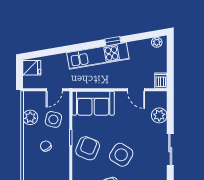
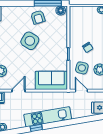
door: (54, 90) -> (81, 91), hinge flipped
door: (136, 90) -> (18, 91), hinge flipped
armchair: (88, 148) -> (56, 46), removed

